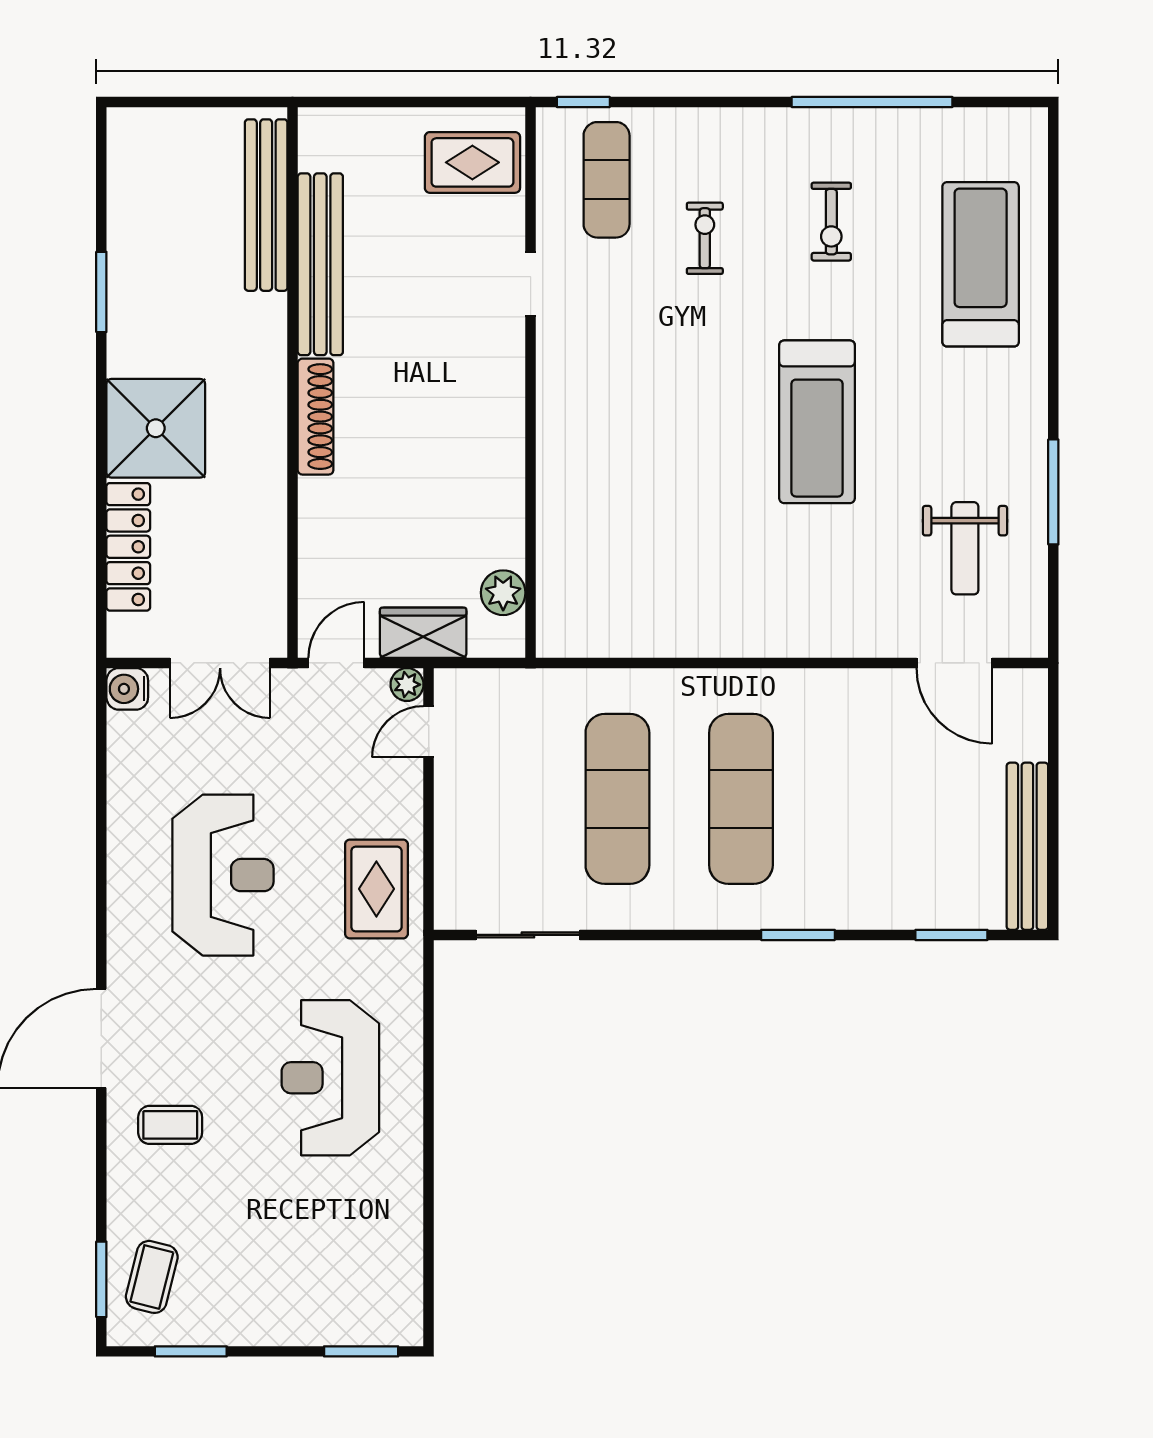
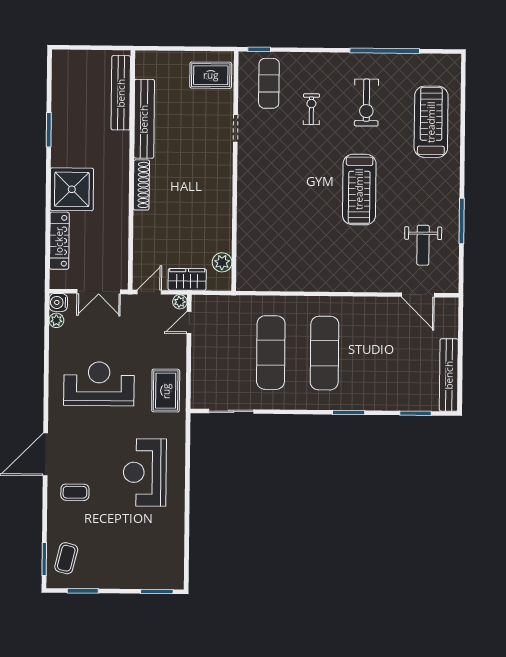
exercise bike: (831, 222) -> (366, 103), width x1.38, depth x1.39
plant: (123, 730) -> (56, 320), added
reception desk: (223, 875) -> (99, 384), turned -90

